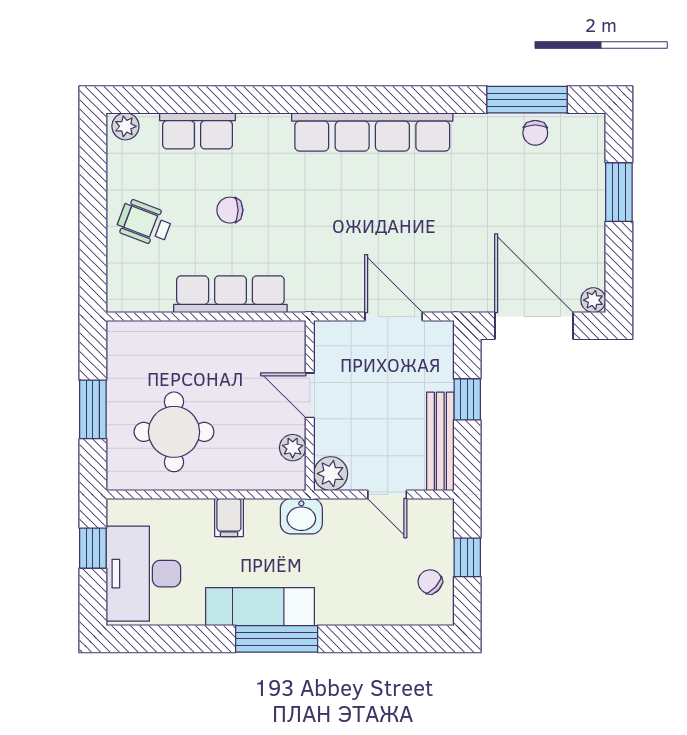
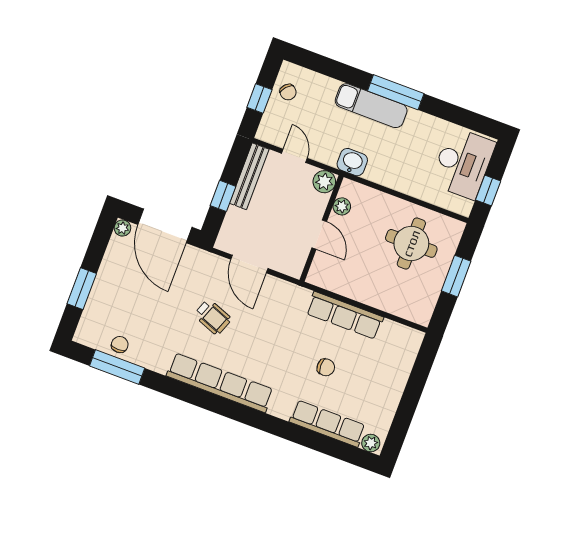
row of seats: (198, 131) -> (327, 424), width x1.48
wheelchair: (144, 223) -> (213, 317), moved
filing cabinet: (229, 517) -> (397, 178), removed
exam couch: (260, 607) -> (371, 106), moved

